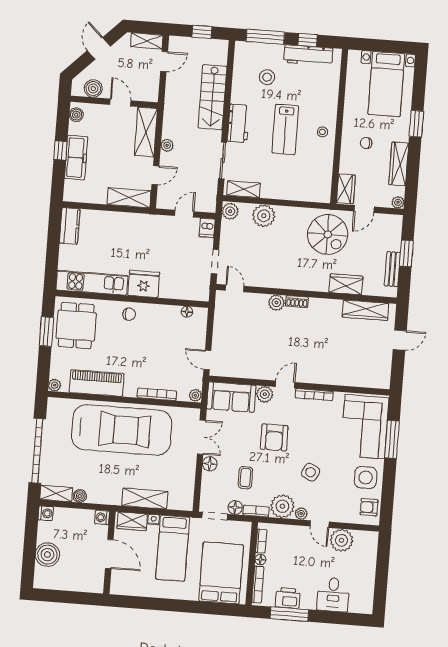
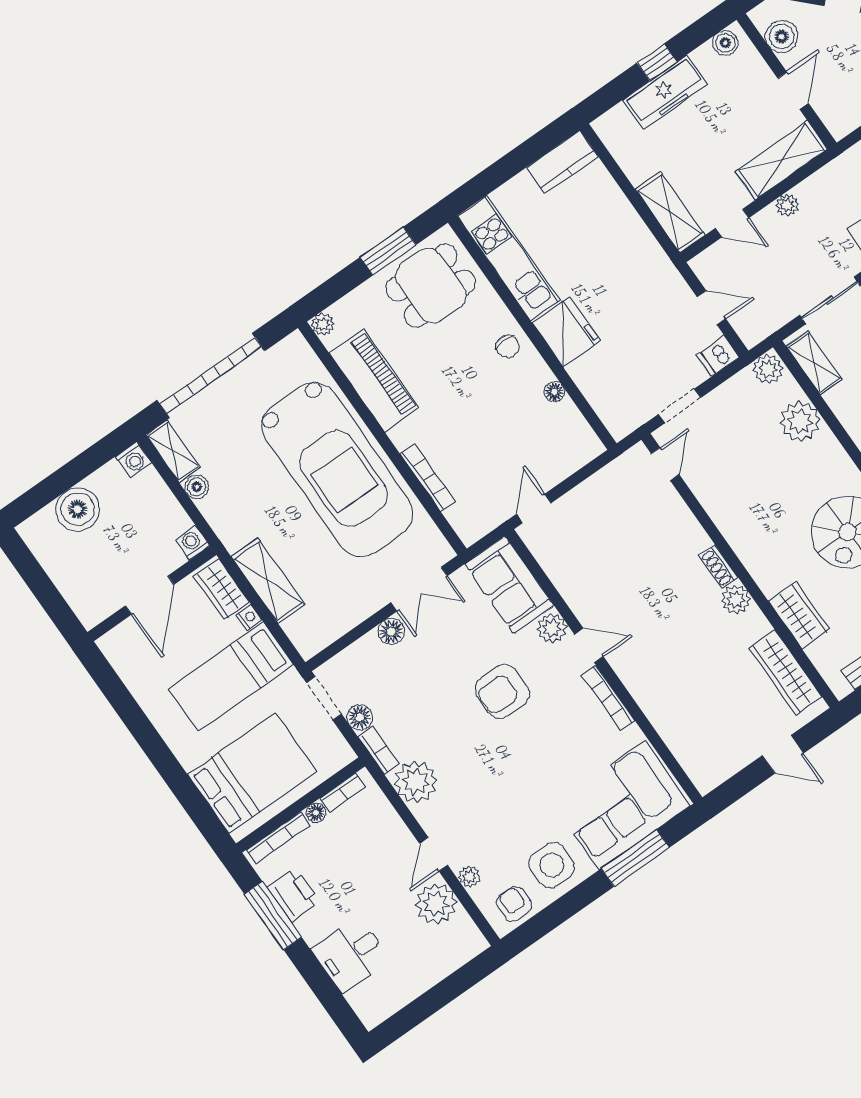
plant: (276, 303) -> (736, 599), moved
floor lamp: (187, 312) -> (554, 392), moved
plant: (195, 395) -> (471, 532), removed
side table: (311, 472) -> (496, 782), removed
coffee table: (245, 478) -> (413, 697), removed
plant: (301, 513) -> (470, 877), moved

